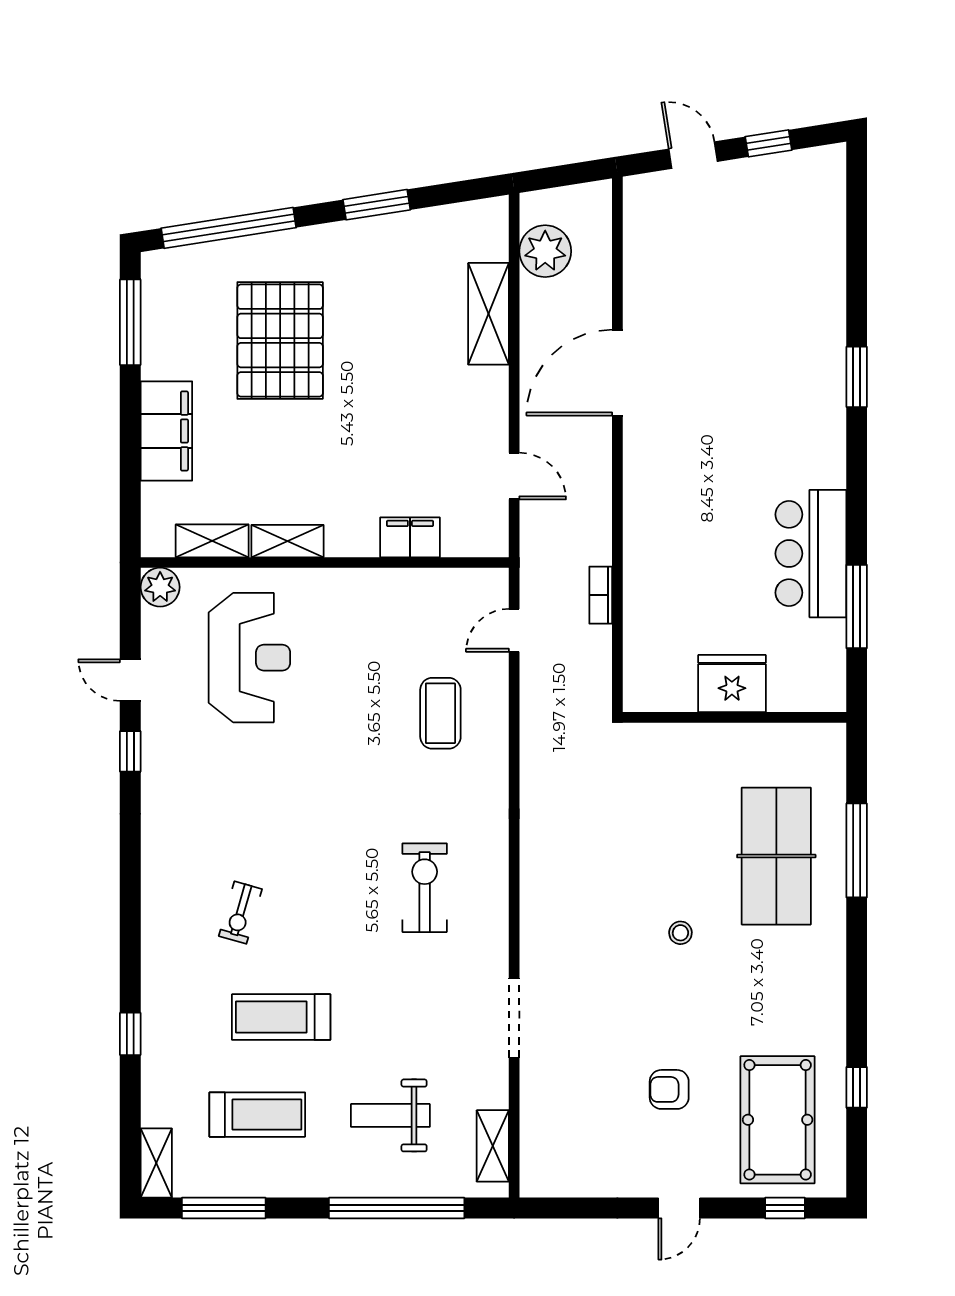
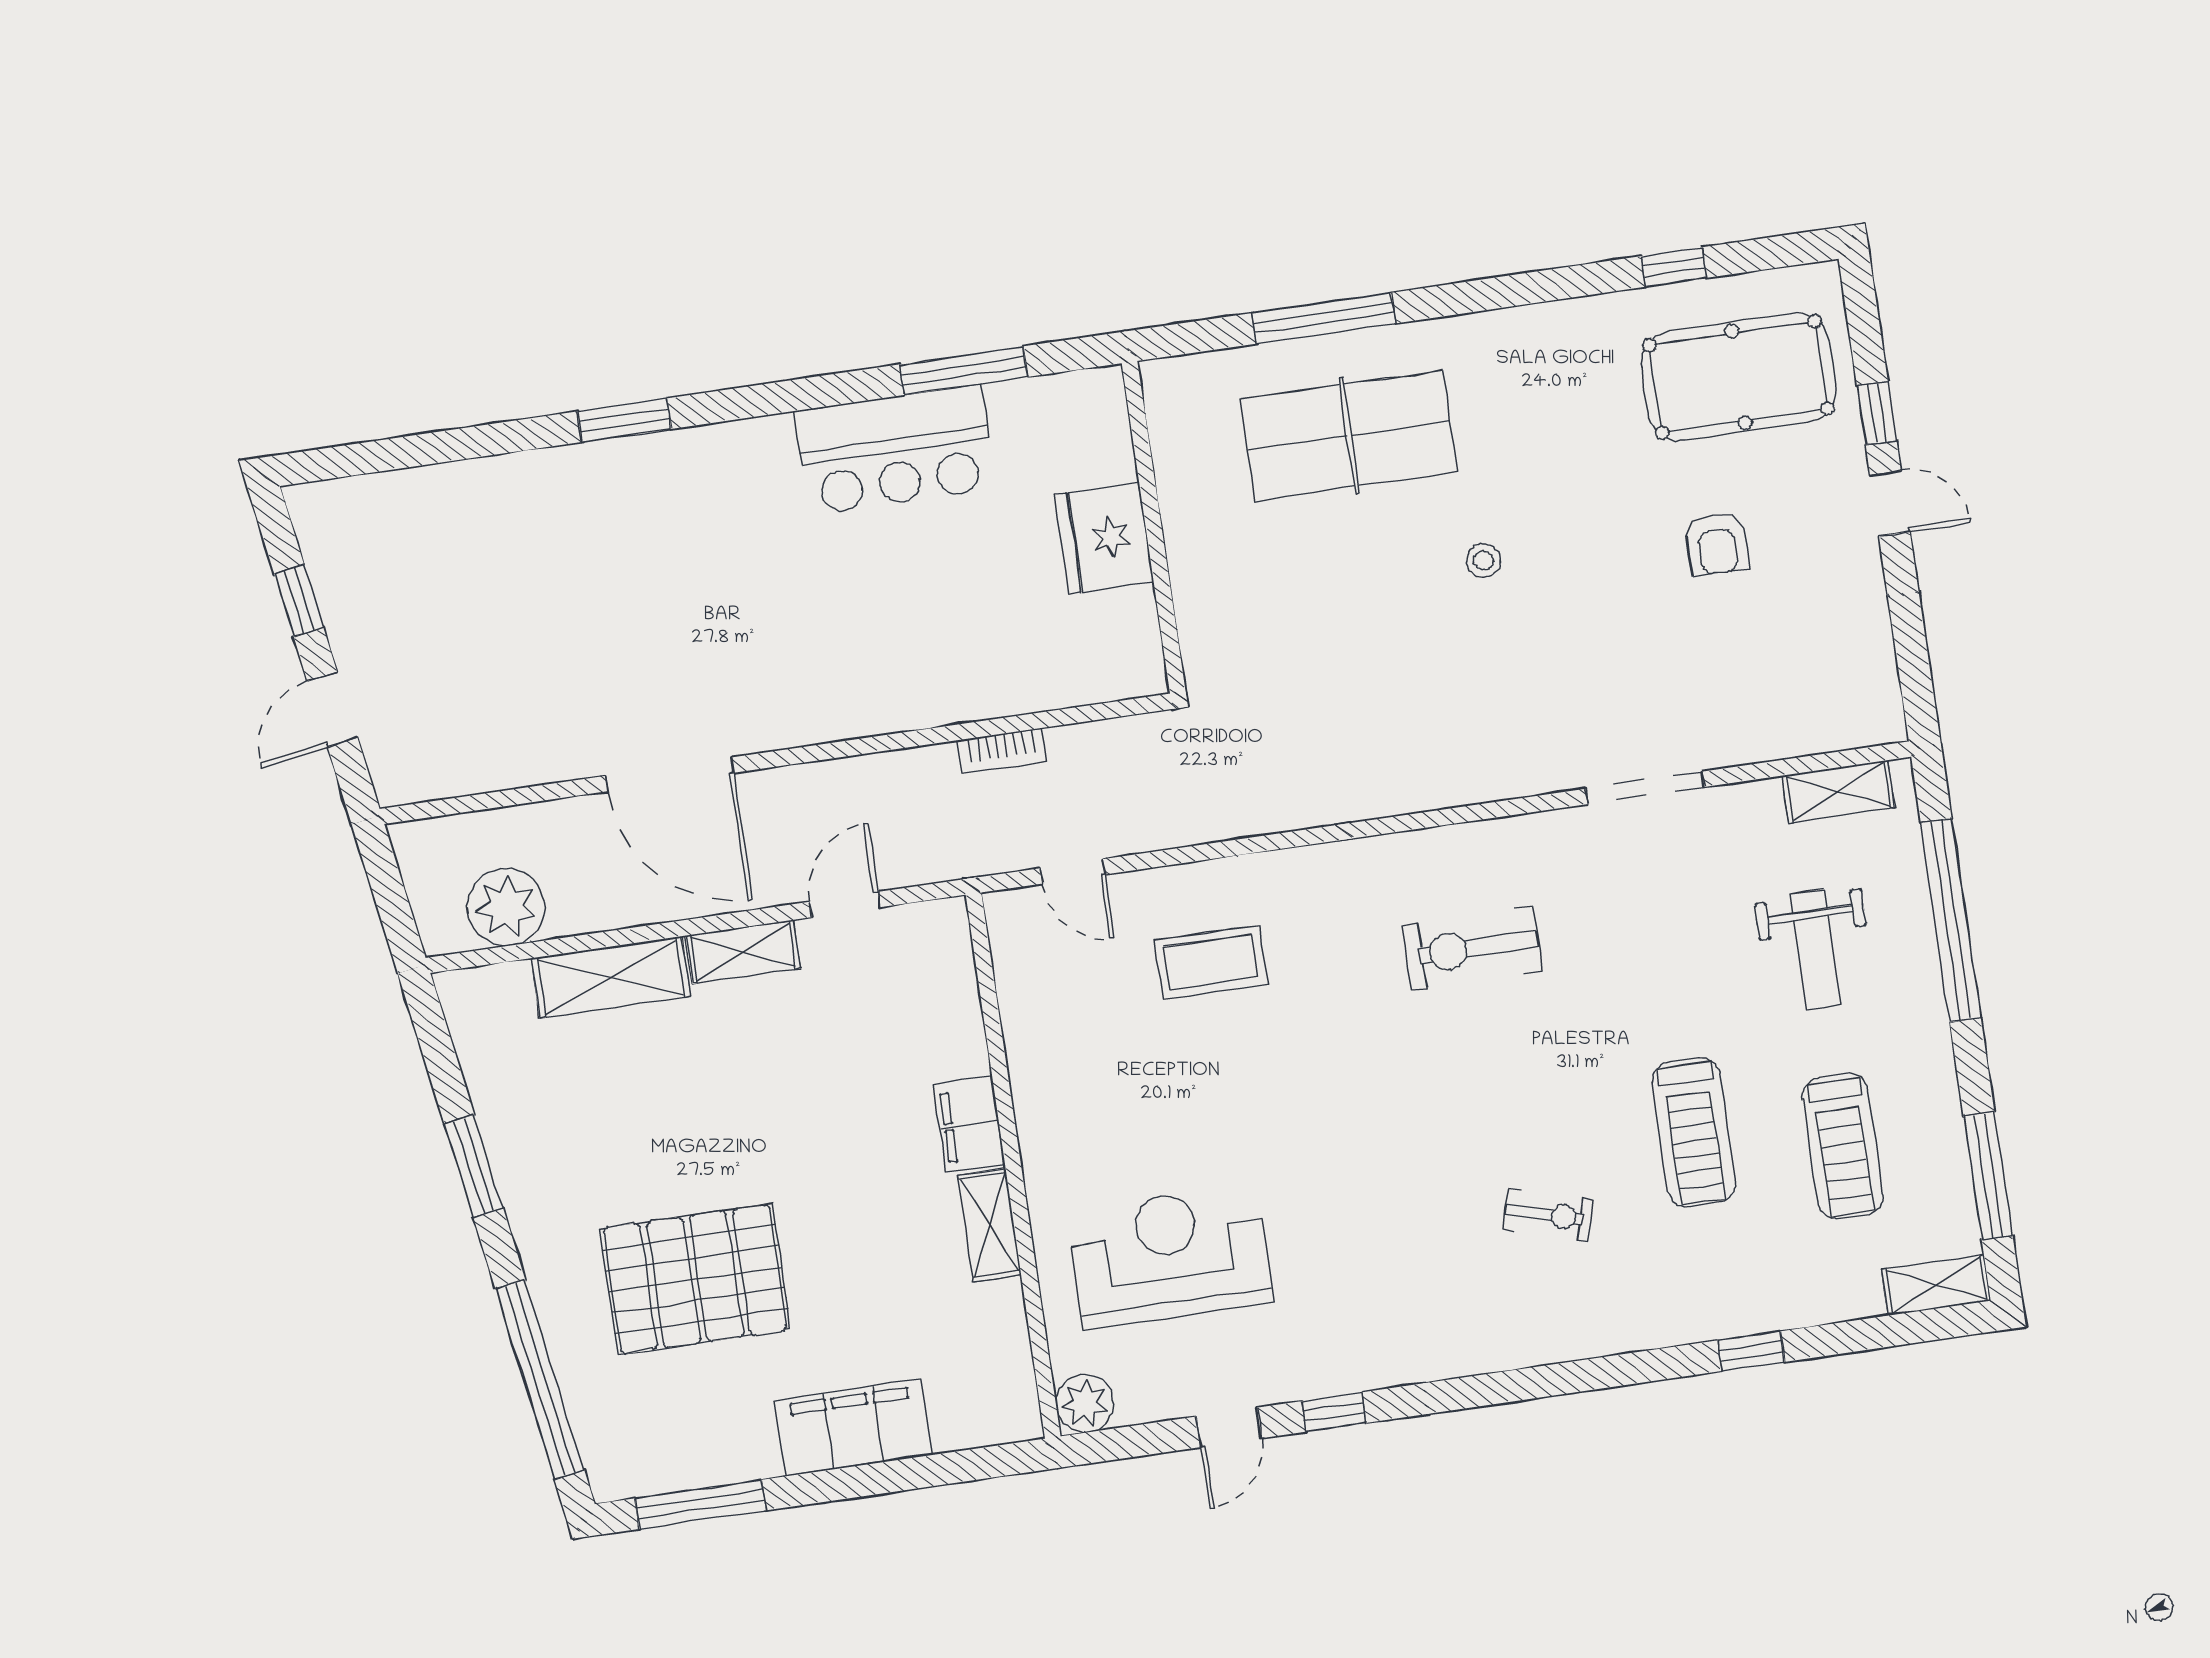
filing cabinet: (410, 537) -> (969, 1124), moved
shelving: (212, 541) -> (743, 952), moved, turned 90
treadmill: (257, 1115) -> (1843, 1146), turned 180
window: (785, 1208) -> (1877, 413), moved

